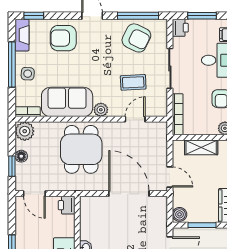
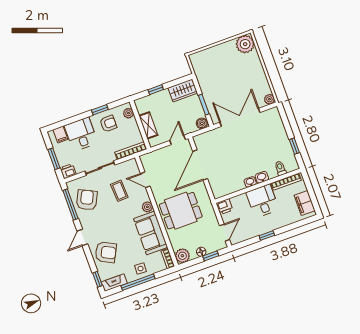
armchair: (63, 38) -> (106, 252), turned -63

